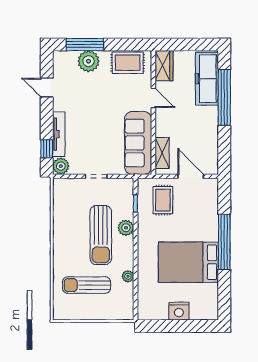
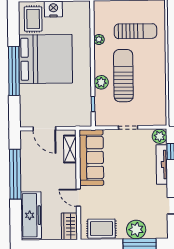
window: (224, 97) -> (15, 174), moved
rug: (163, 200) -> (33, 19), moved
bed: (188, 262) -> (46, 59), width x1.36

